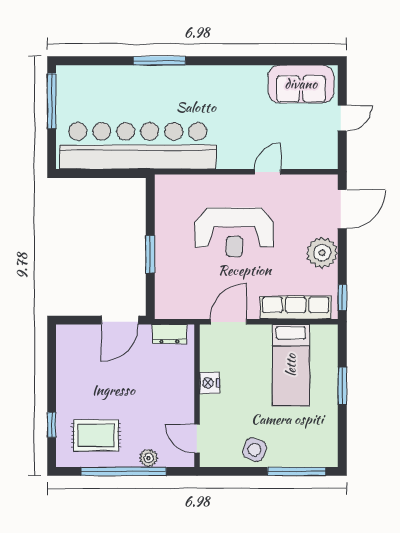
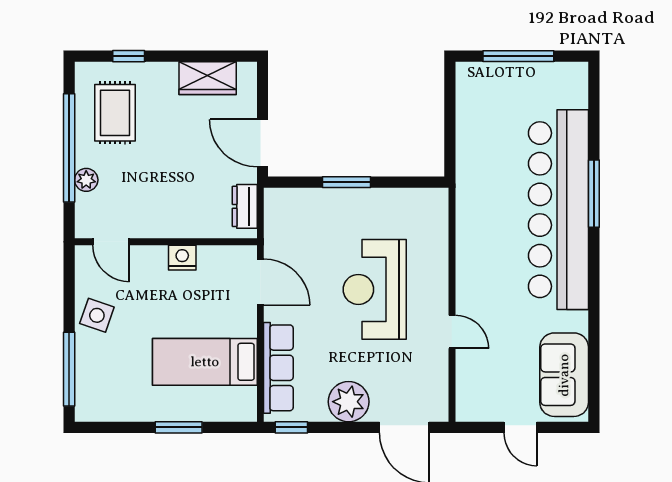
window: (52, 101) -> (518, 56), moved
bar counter: (138, 146) -> (558, 210), moved, turned 180
wardrobe: (69, 363) -> (208, 78), added
door: (197, 439) -> (111, 242), swing flipped

